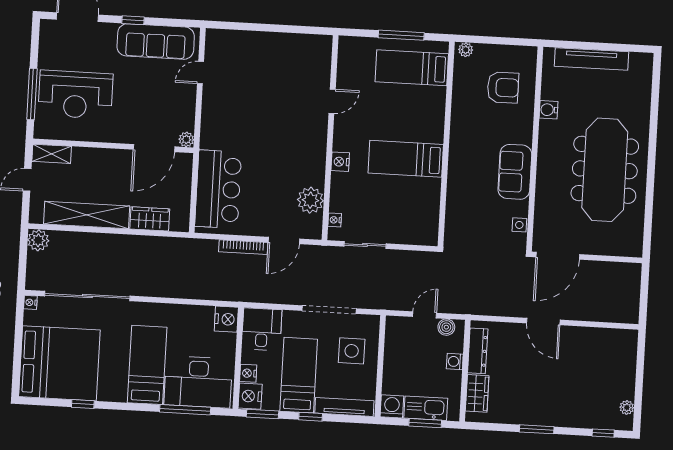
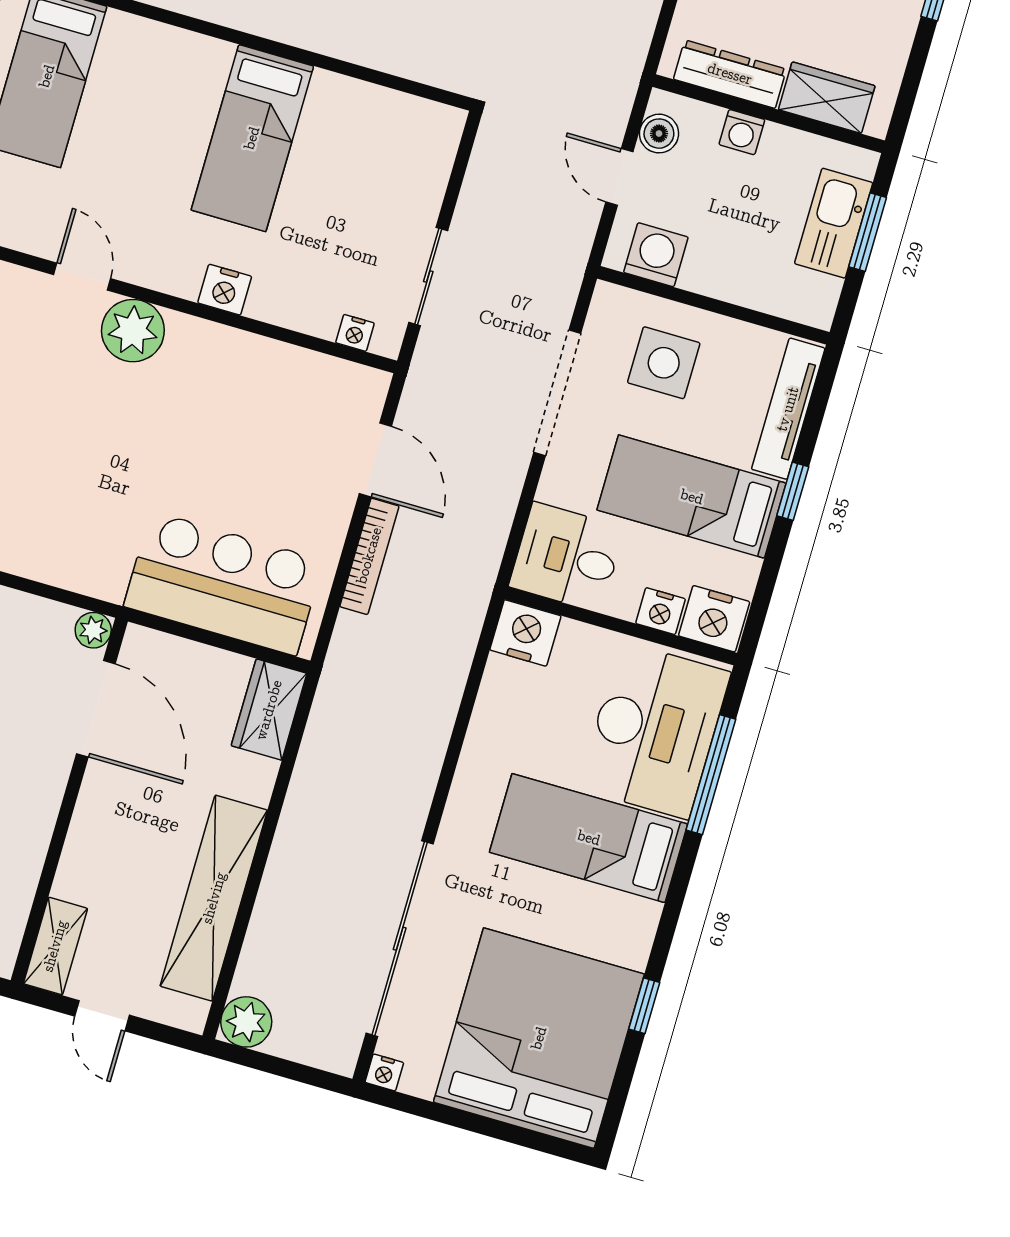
plant: (310, 200) -> (133, 331), moved
wardrobe: (150, 219) -> (269, 710), moved
washing machine: (392, 406) -> (656, 255), moved, turned 90
window: (263, 414) -> (761, 600), removed

